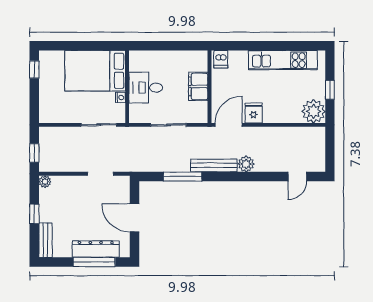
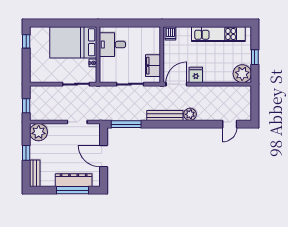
filing cabinet: (198, 86) -> (153, 66), moved
desk: (146, 88) -> (112, 45), moved
window: (183, 177) -> (126, 124), moved
plant: (45, 182) -> (39, 132), width x1.88, depth x1.88

